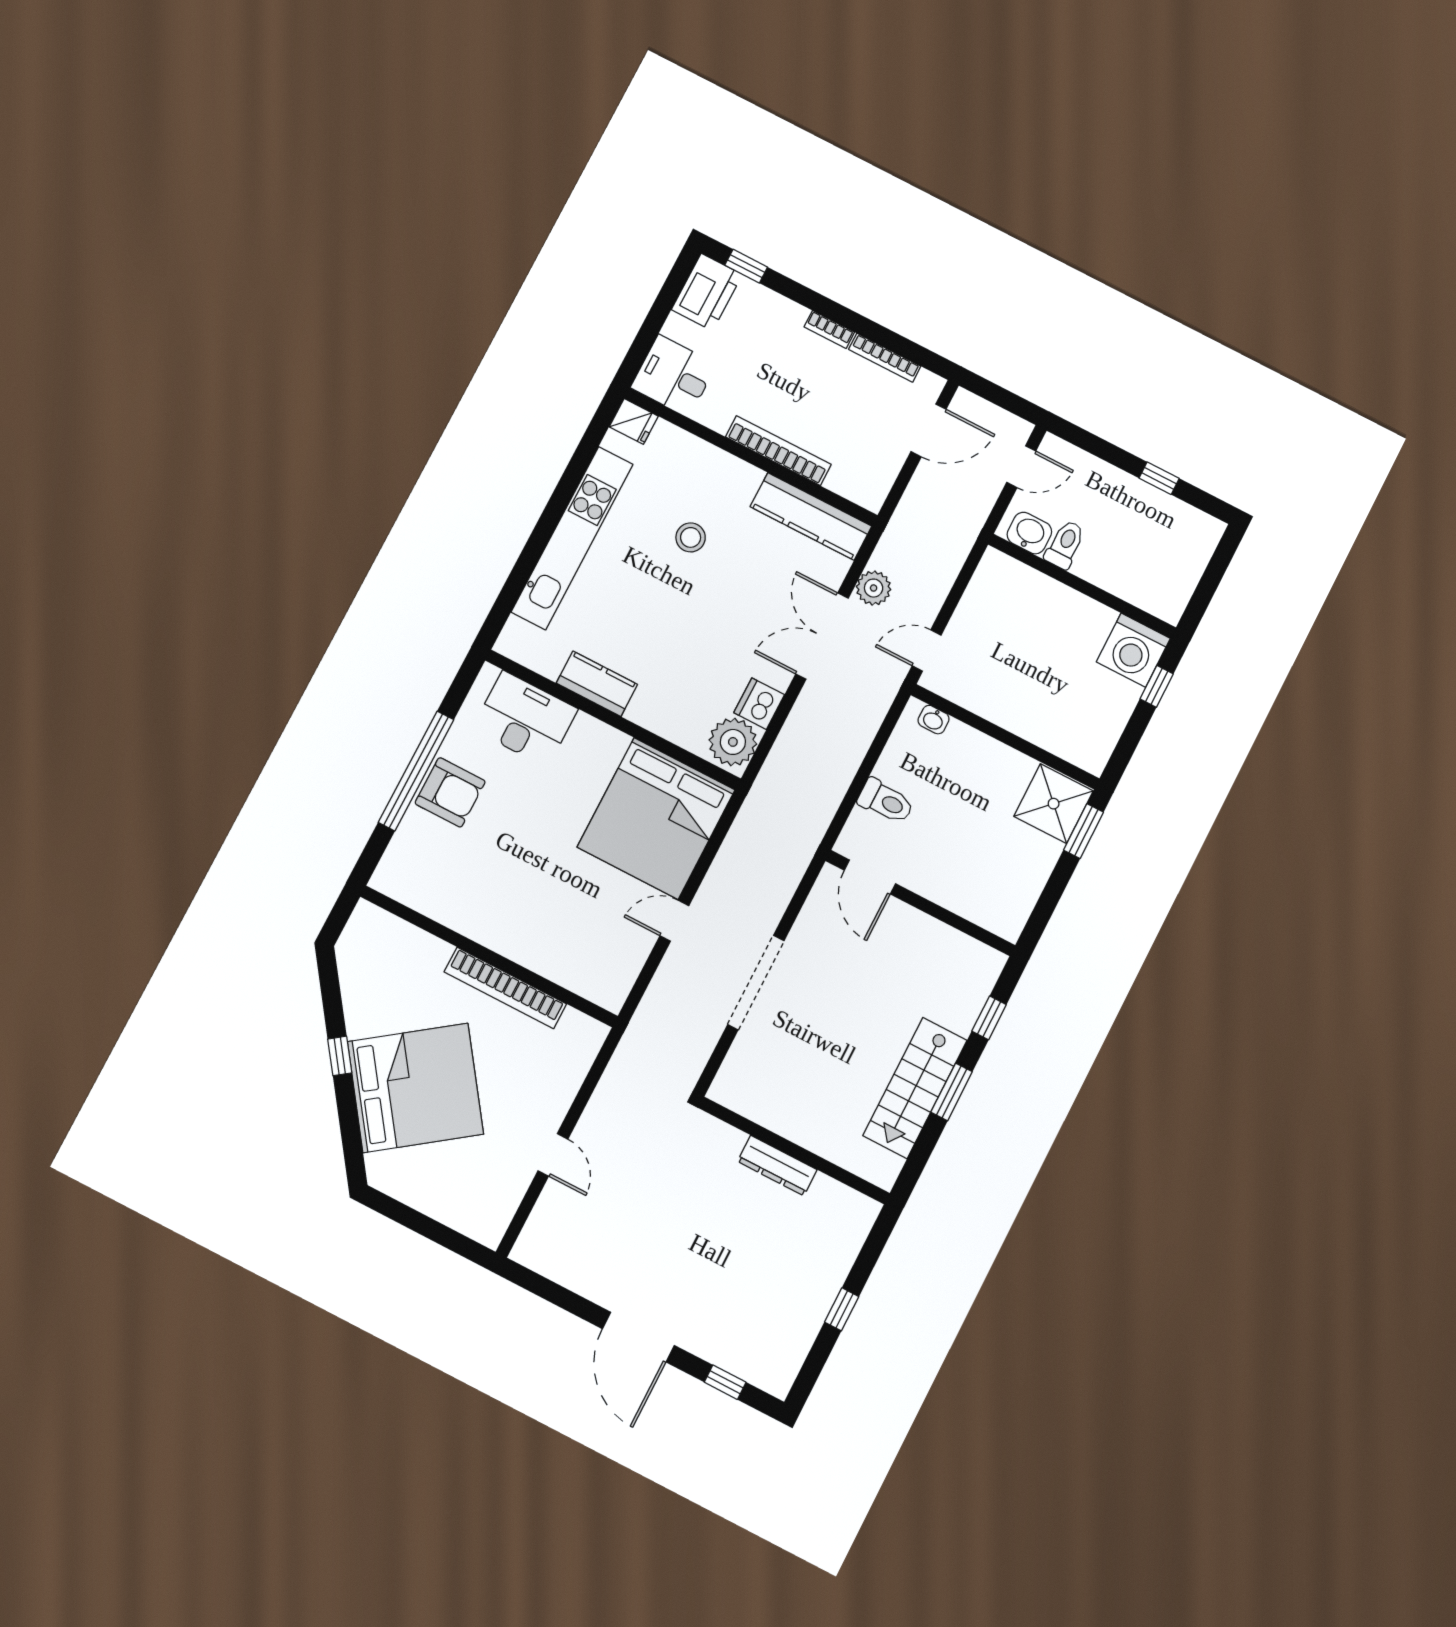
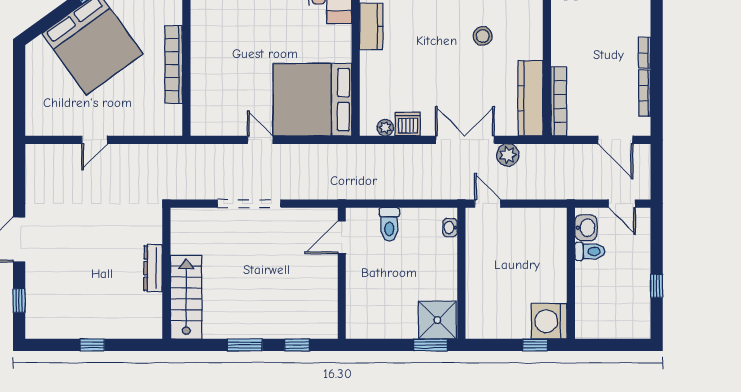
bookcase: (778, 451) -> (559, 101), moved
plant: (733, 742) -> (385, 128), width x0.53, depth x0.53
stairs: (915, 1088) -> (186, 297), moved, turned 90

